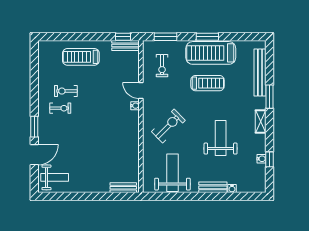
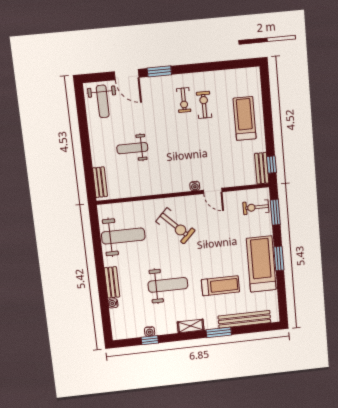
exercise bike: (162, 66) -> (256, 207), moved
treadmill: (207, 83) -> (220, 286), moved, turned -90
door: (141, 90) -> (213, 191), swing flipped
weight bench: (97, 157) -> (132, 148), added

